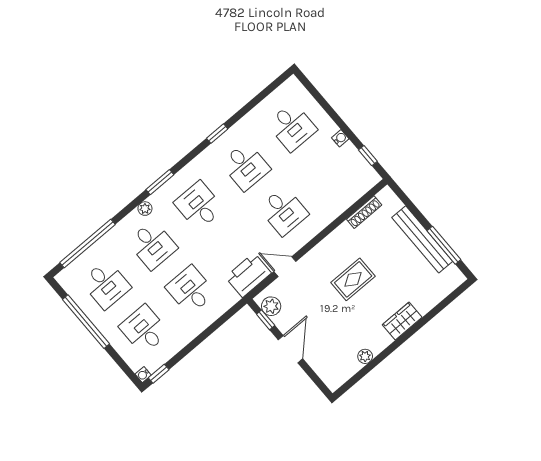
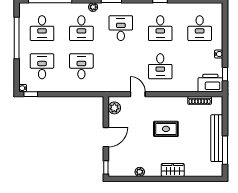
printer: (248, 275) -> (210, 83), moved
window: (266, 320) -> (106, 167), moved

